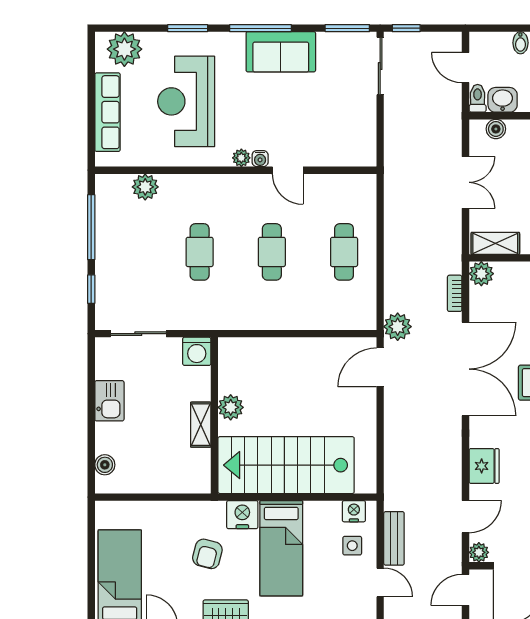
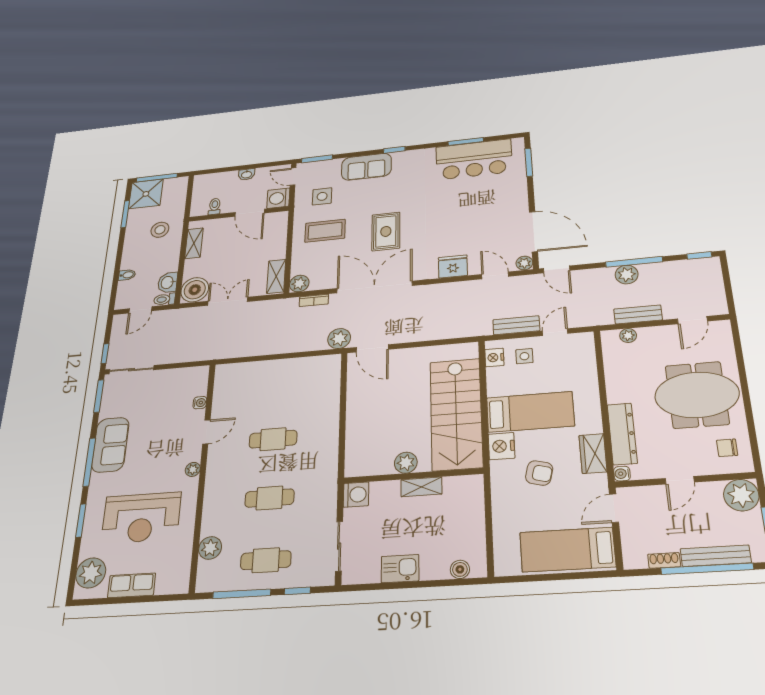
row of seats: (107, 112) -> (132, 585), width x0.68
boiler: (496, 129) -> (195, 290), width x1.86, depth x1.86
water cooler: (260, 159) -> (200, 403), moved
cafe table: (344, 252) -> (266, 560), moved

